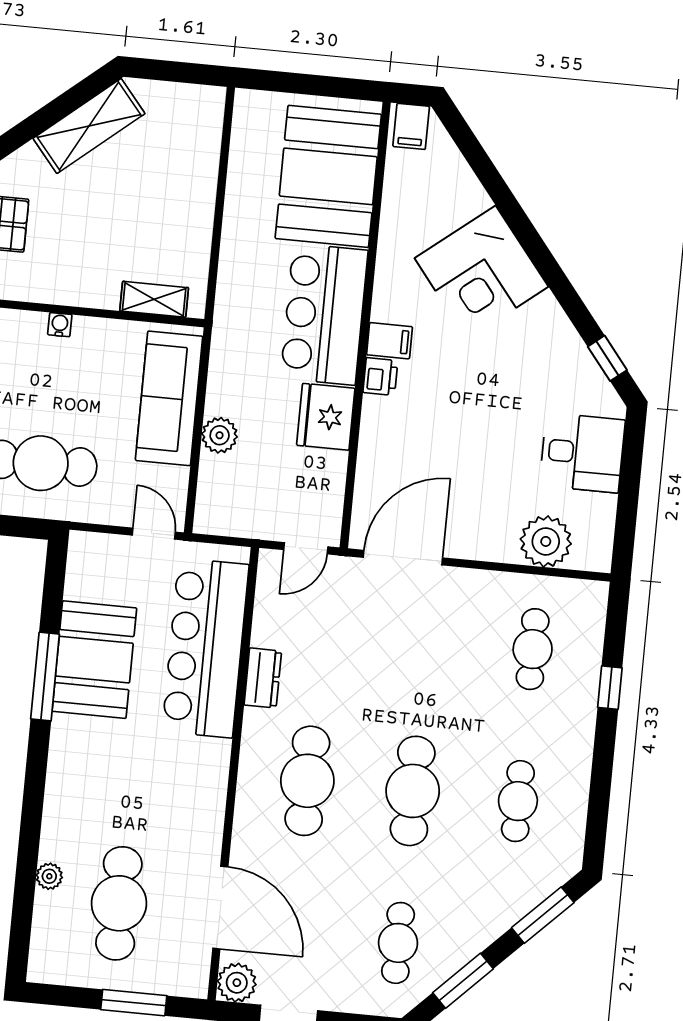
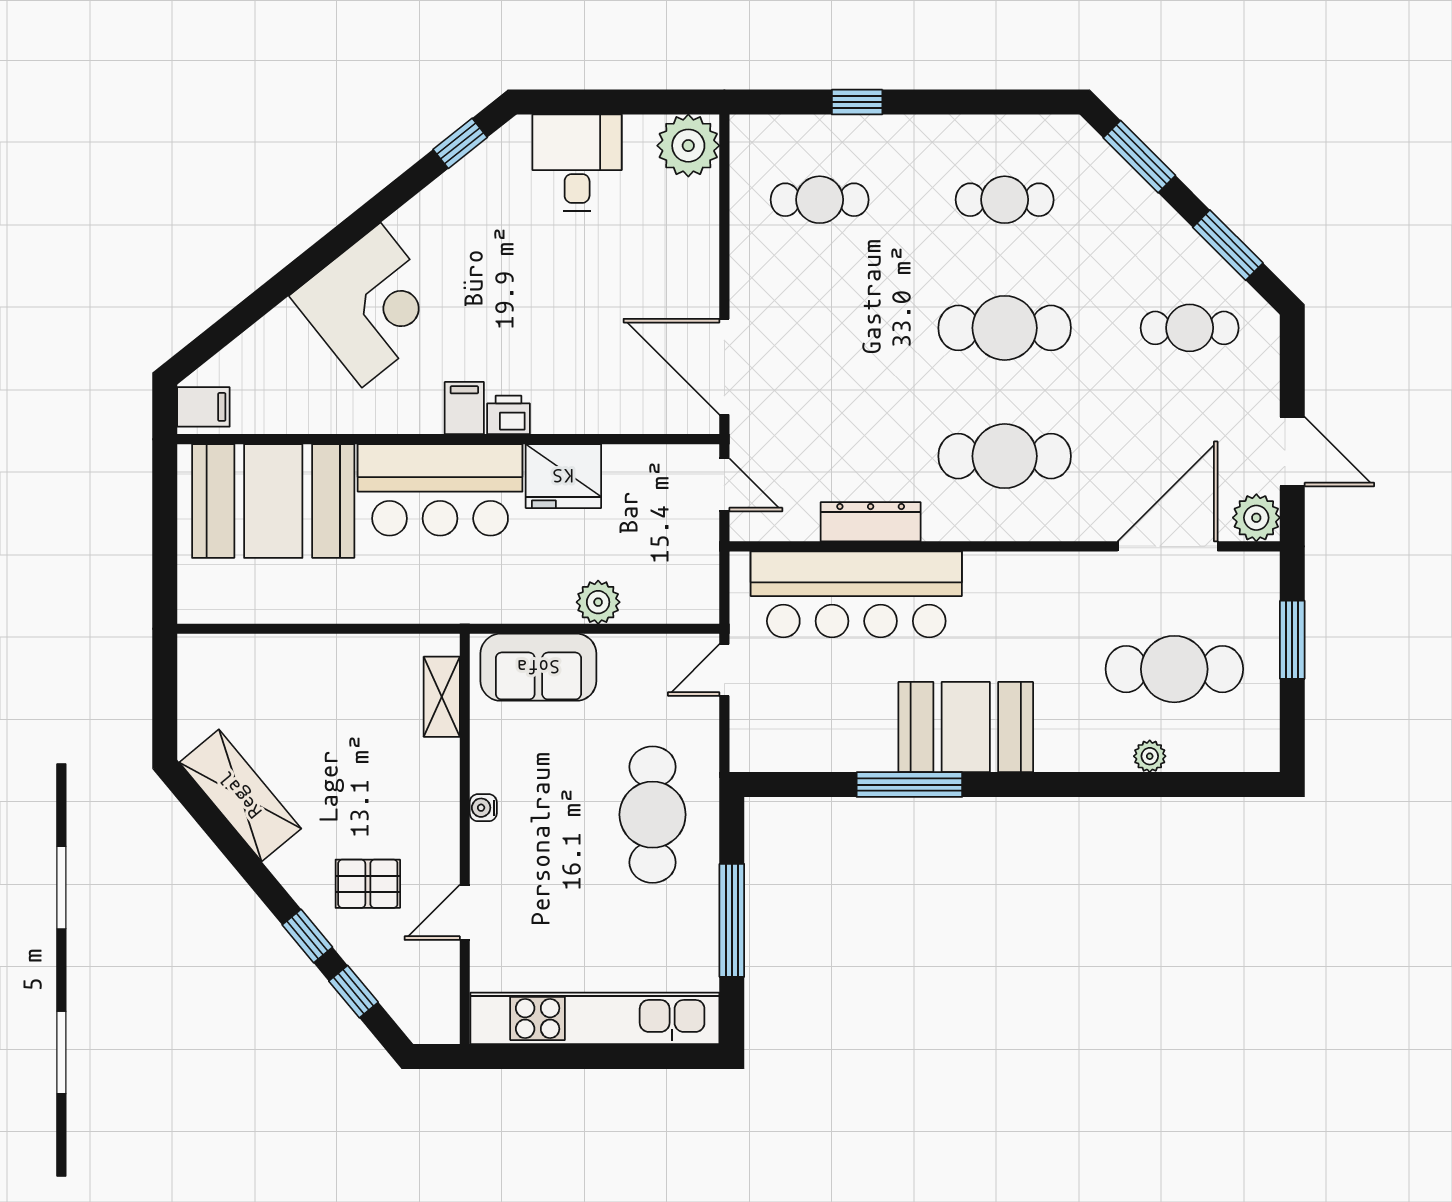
sofa: (169, 398) -> (538, 667), width x0.73
plant: (546, 541) -> (688, 146), moved
booth: (94, 660) -> (966, 727), moved
dresser: (263, 678) -> (871, 522), width x1.44

